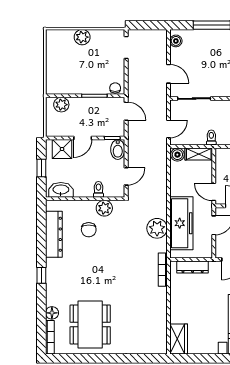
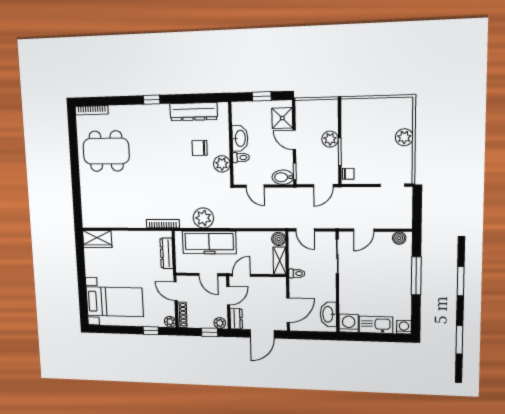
plant: (61, 105) -> (330, 139), moved
washbasin: (61, 190) -> (240, 138), moved
floor lamp: (52, 313) -> (115, 112), removed

